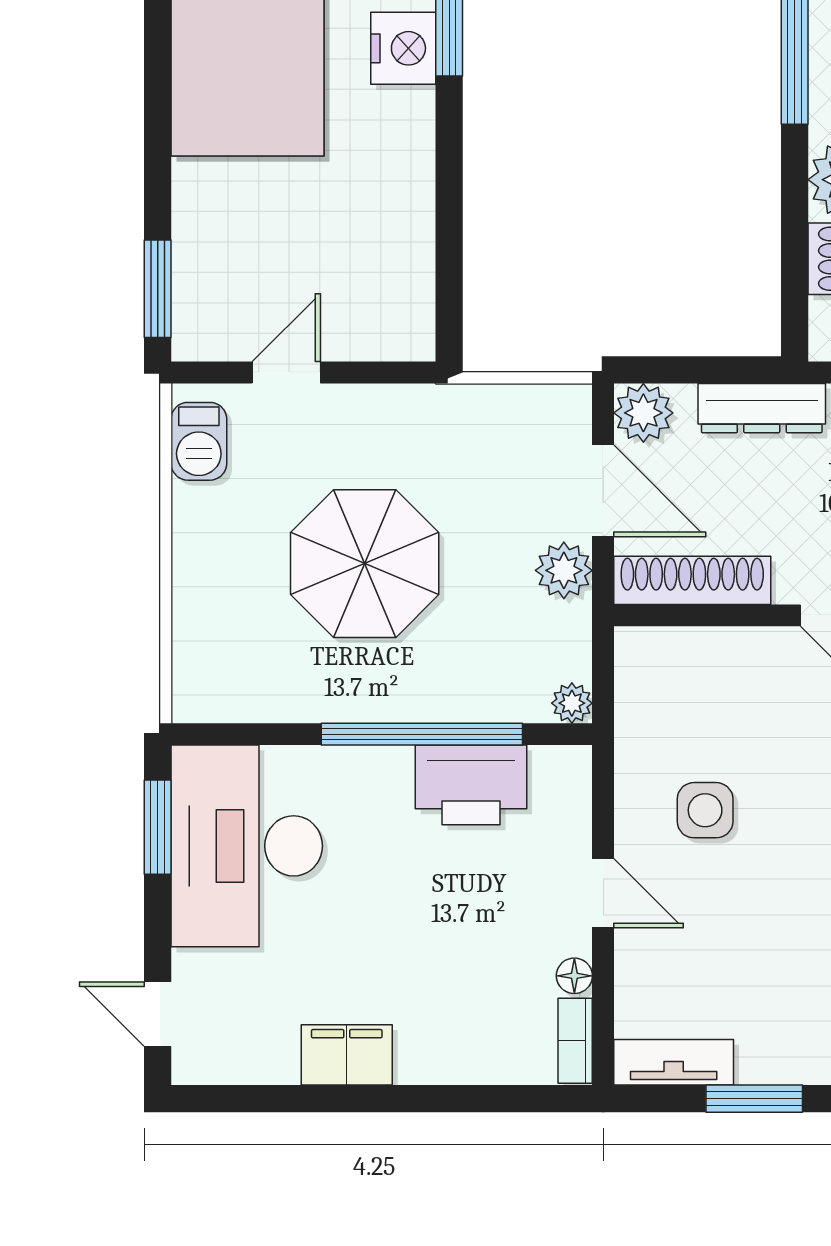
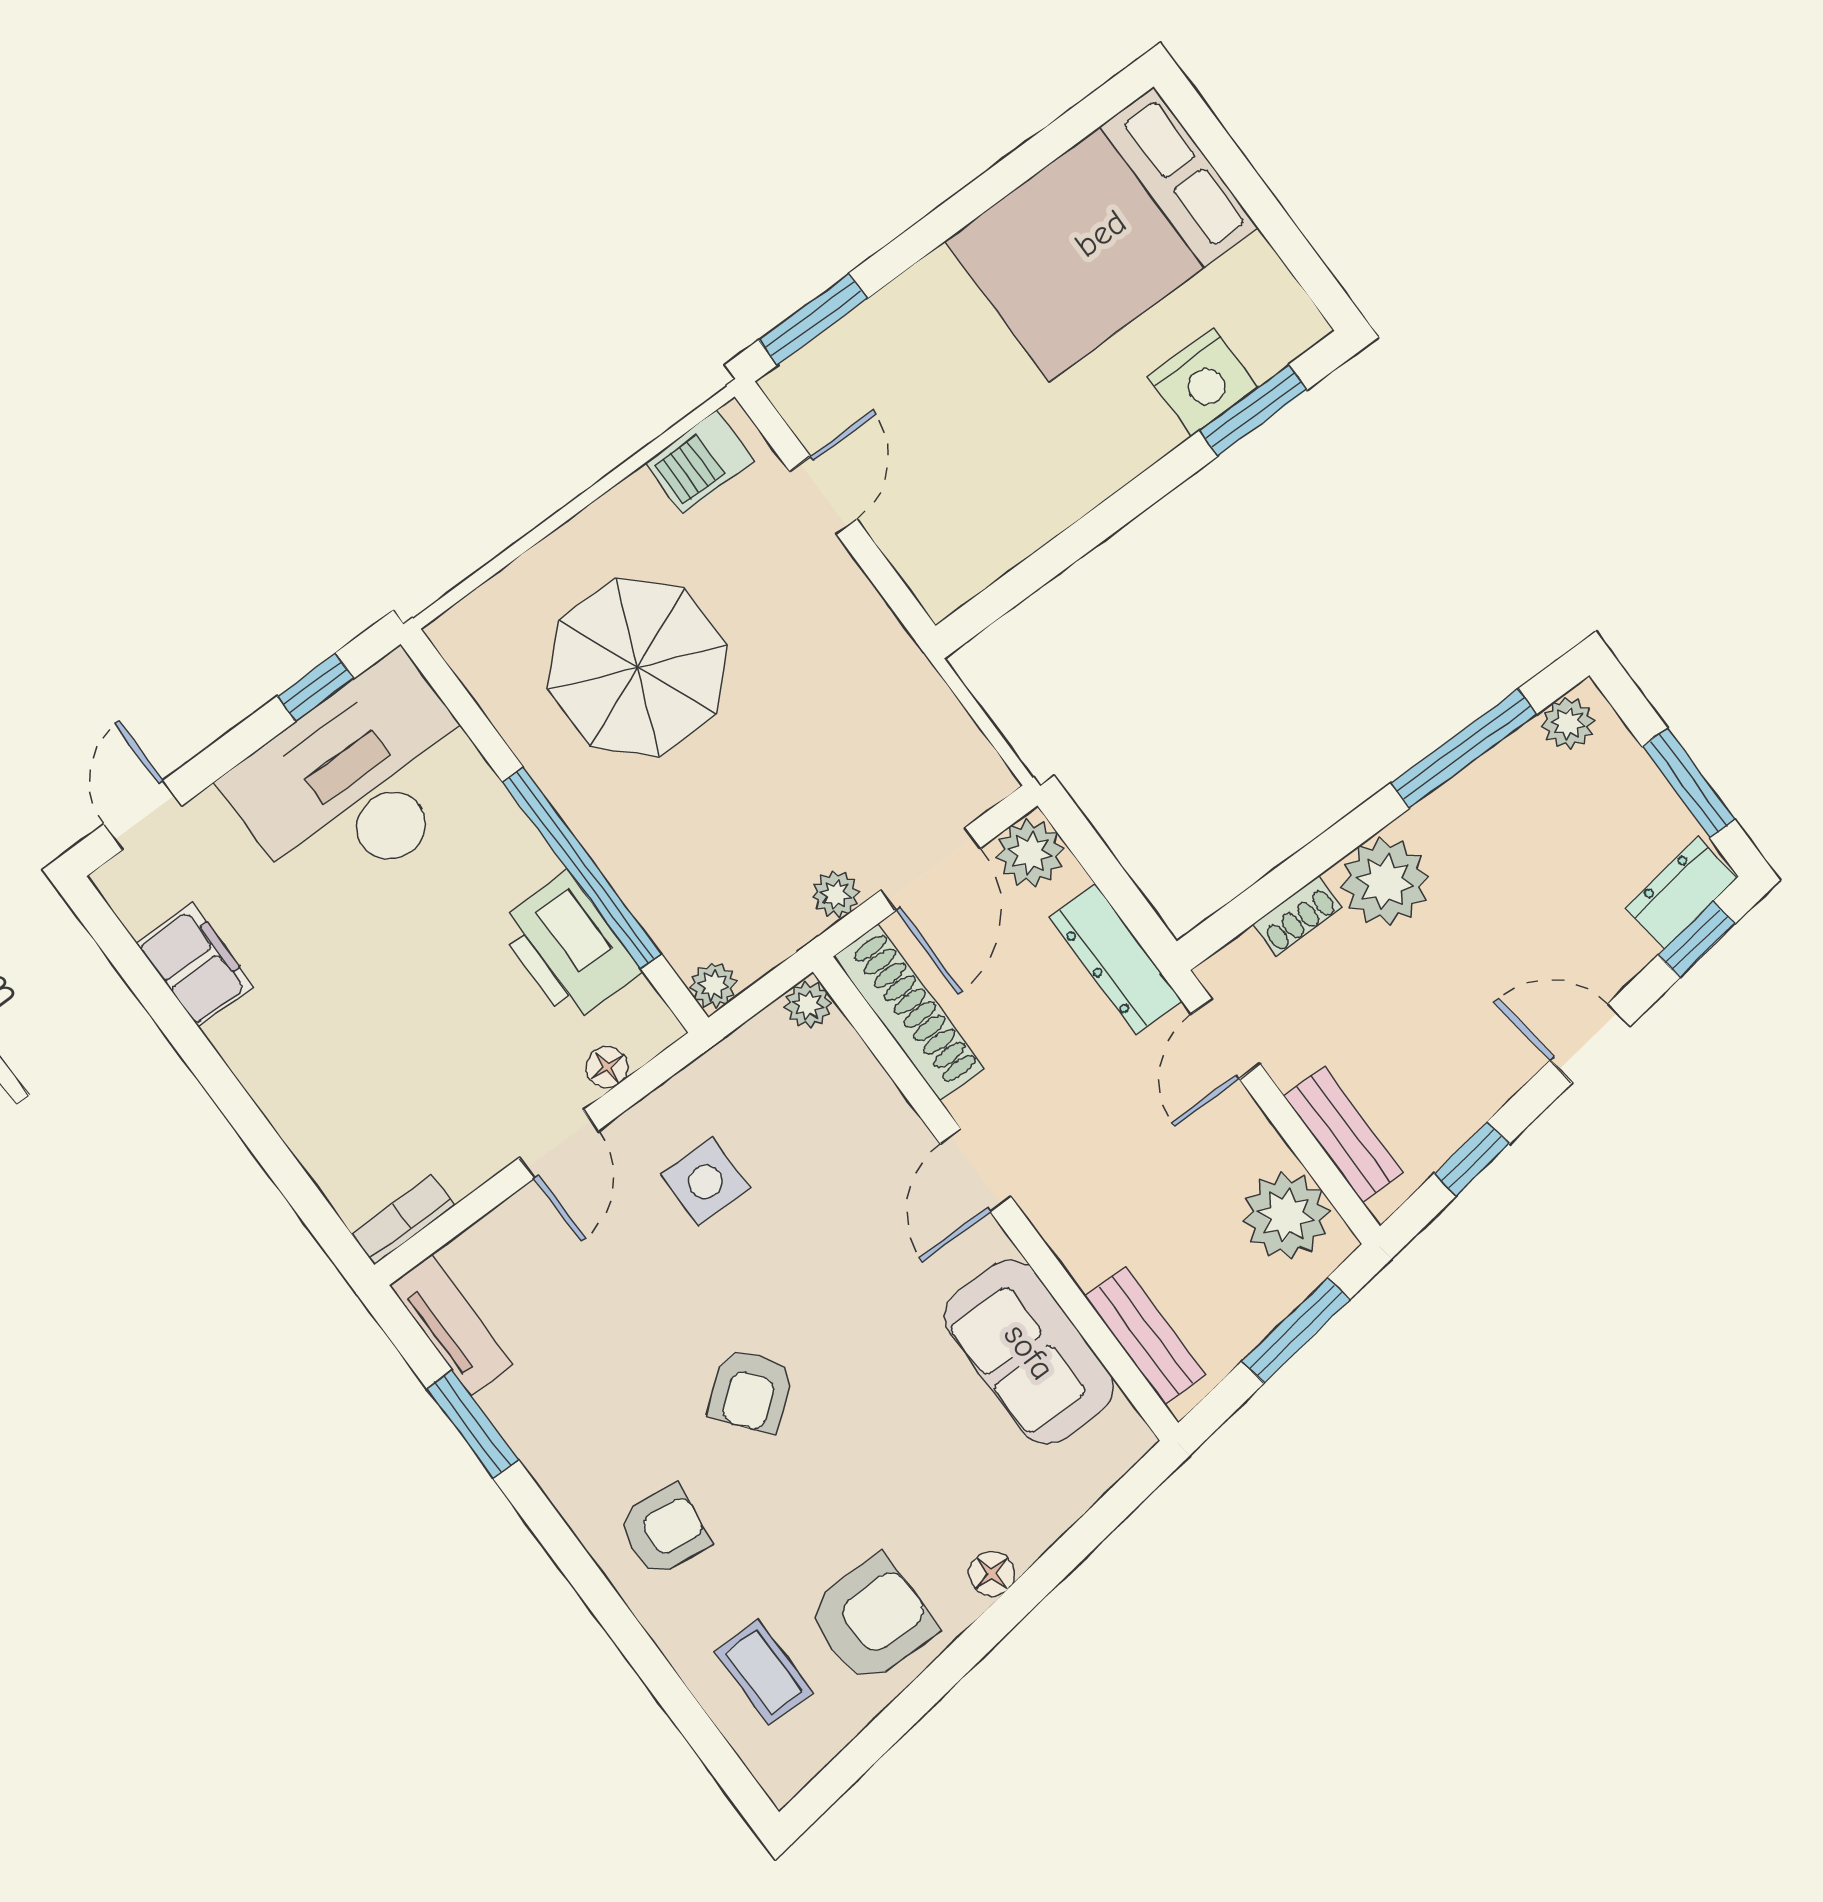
door: (286, 372) -> (823, 495), hinge flipped
parasol: (365, 564) -> (637, 667), moved
plant: (564, 570) -> (836, 894), width x0.73, depth x0.73
plant: (634, 647) -> (808, 1005), added
window: (158, 827) -> (315, 687), width x0.67
floor lamp: (574, 976) -> (607, 1067), moved
filing cabinet: (347, 1055) -> (195, 965), moved

